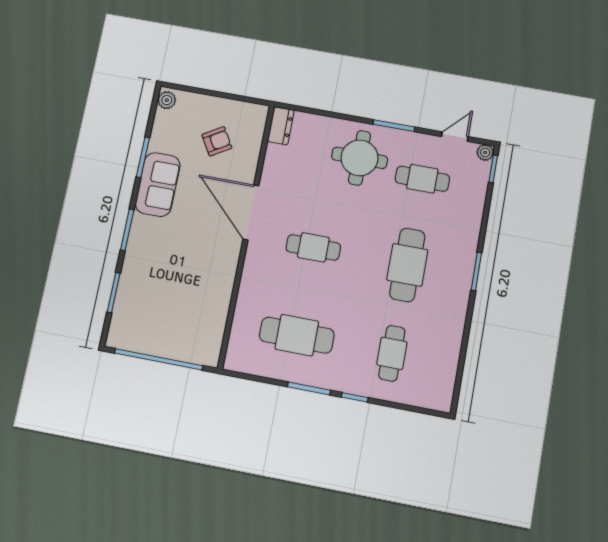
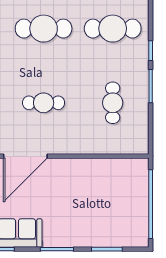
cafe table: (313, 247) -> (44, 103), turned 90
cafe table: (297, 335) -> (113, 103), width x0.73, depth x0.74
cafe table: (392, 353) -> (113, 29), width x1.37, depth x1.35

